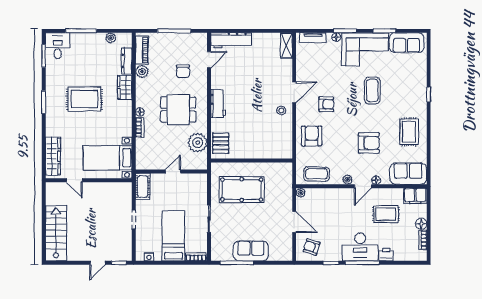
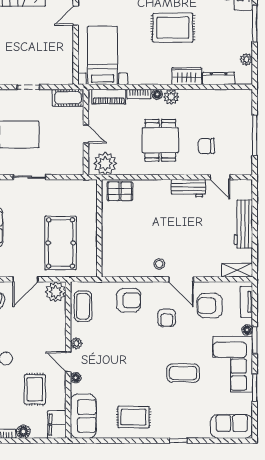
workbench: (231, 40) -> (243, 224), moved
sofa: (407, 43) -> (232, 426), moved, turned 90
piano: (142, 50) -> (109, 97), moved
plant: (142, 72) -> (171, 97), moved
rug: (84, 99) -> (173, 28), turned 90
workbench: (218, 104) -> (188, 188), moved
plant: (198, 143) -> (105, 164), moved
armchair: (369, 143) -> (210, 306), moved, turned 90
pool table: (242, 190) -> (61, 243), moved
plant: (301, 193) -> (56, 292), width x1.87, depth x1.87

